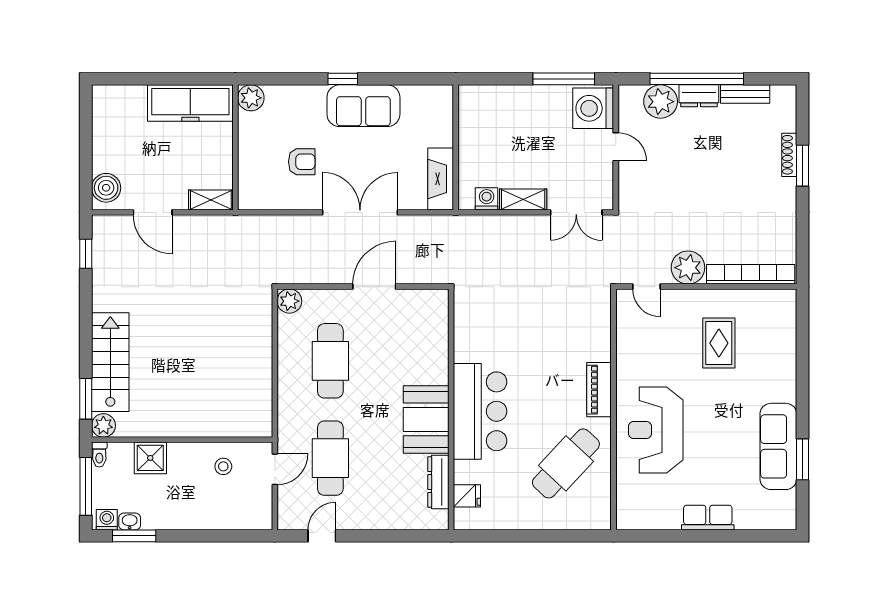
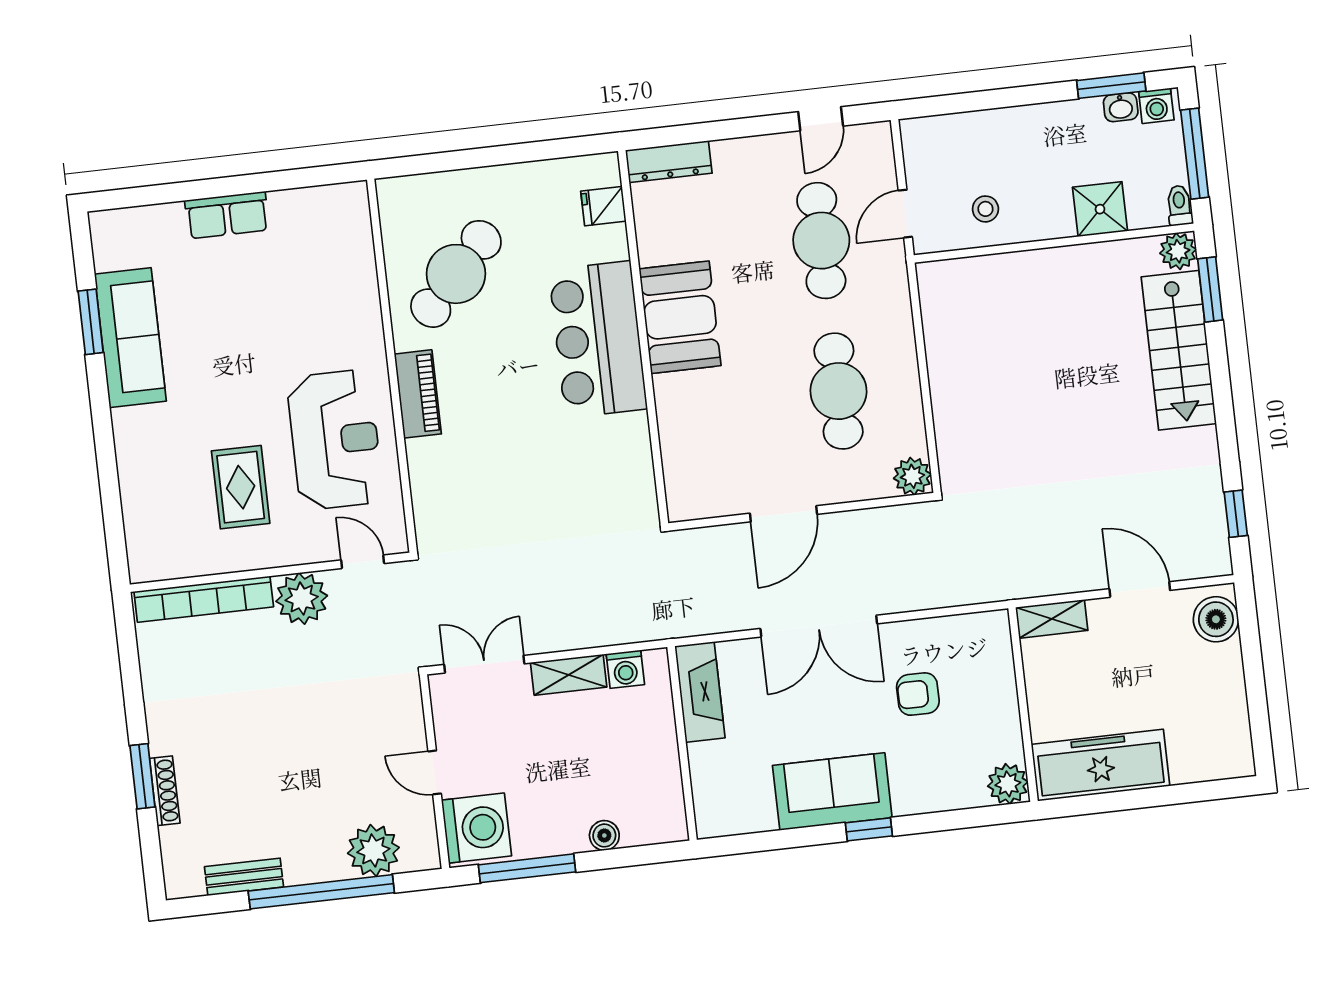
boiler: (512, 94) -> (604, 835), added
dresser: (699, 96) -> (315, 866), removed
reception desk: (656, 430) -> (335, 440), moved
dresser: (438, 482) -> (669, 162), moved, turned 90

